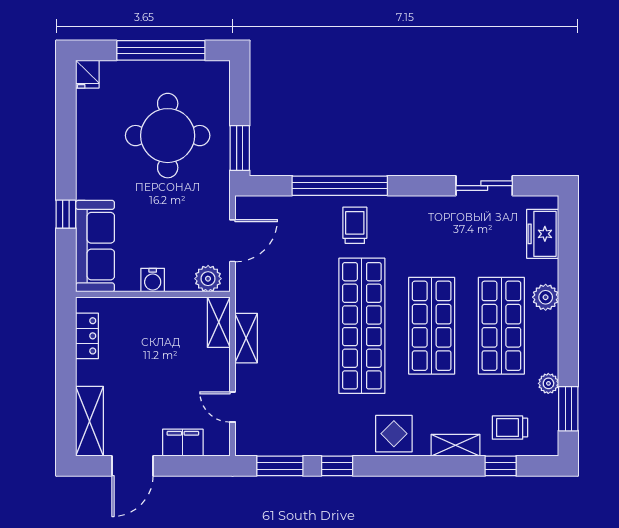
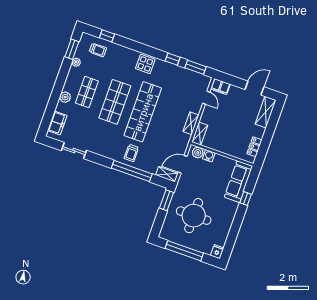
water cooler: (153, 280) -> (209, 156), moved
shop shelf: (501, 326) -> (87, 92), width x0.70, depth x0.74
filing cabinet: (183, 443) -> (220, 86), moved
shelving: (456, 445) -> (167, 174), moved

